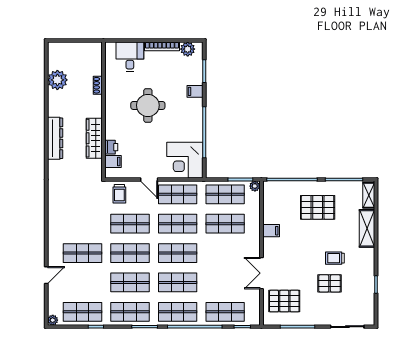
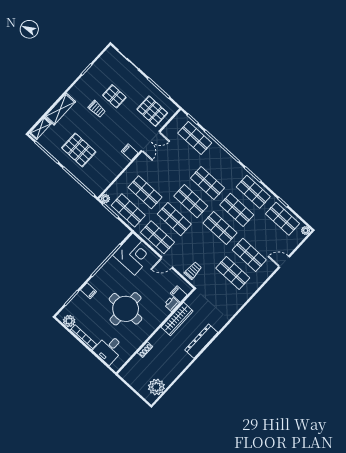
plant: (57, 80) -> (156, 387), moved
round table: (148, 105) -> (126, 309), width x1.36, depth x1.36
door: (149, 179) -> (167, 263), swing flipped
shop shelf: (130, 224) -> (233, 273), moved
filing cabinet: (271, 231) -> (130, 152), moved
shop shelf: (178, 312) -> (224, 165), removed

